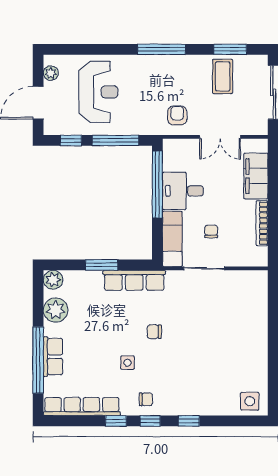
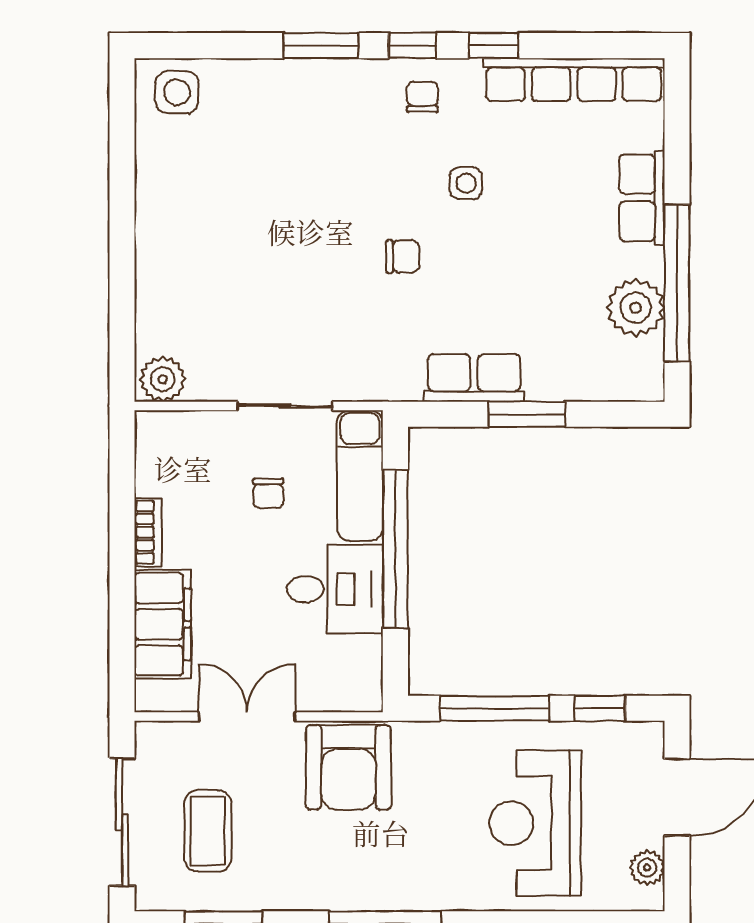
coffee table: (223, 76) -> (208, 831), moved
armchair: (177, 115) -> (348, 767), width x1.88, depth x1.88
window: (157, 185) -> (395, 549), moved
bookcase: (262, 223) -> (148, 532), width x0.64
plant: (53, 280) -> (163, 379), moved
row of seats: (134, 280) -> (474, 378), width x0.68
window: (38, 360) -> (677, 283), moved
chair: (146, 399) -> (422, 97), turned 90
window: (189, 421) -> (321, 46), width x1.50

